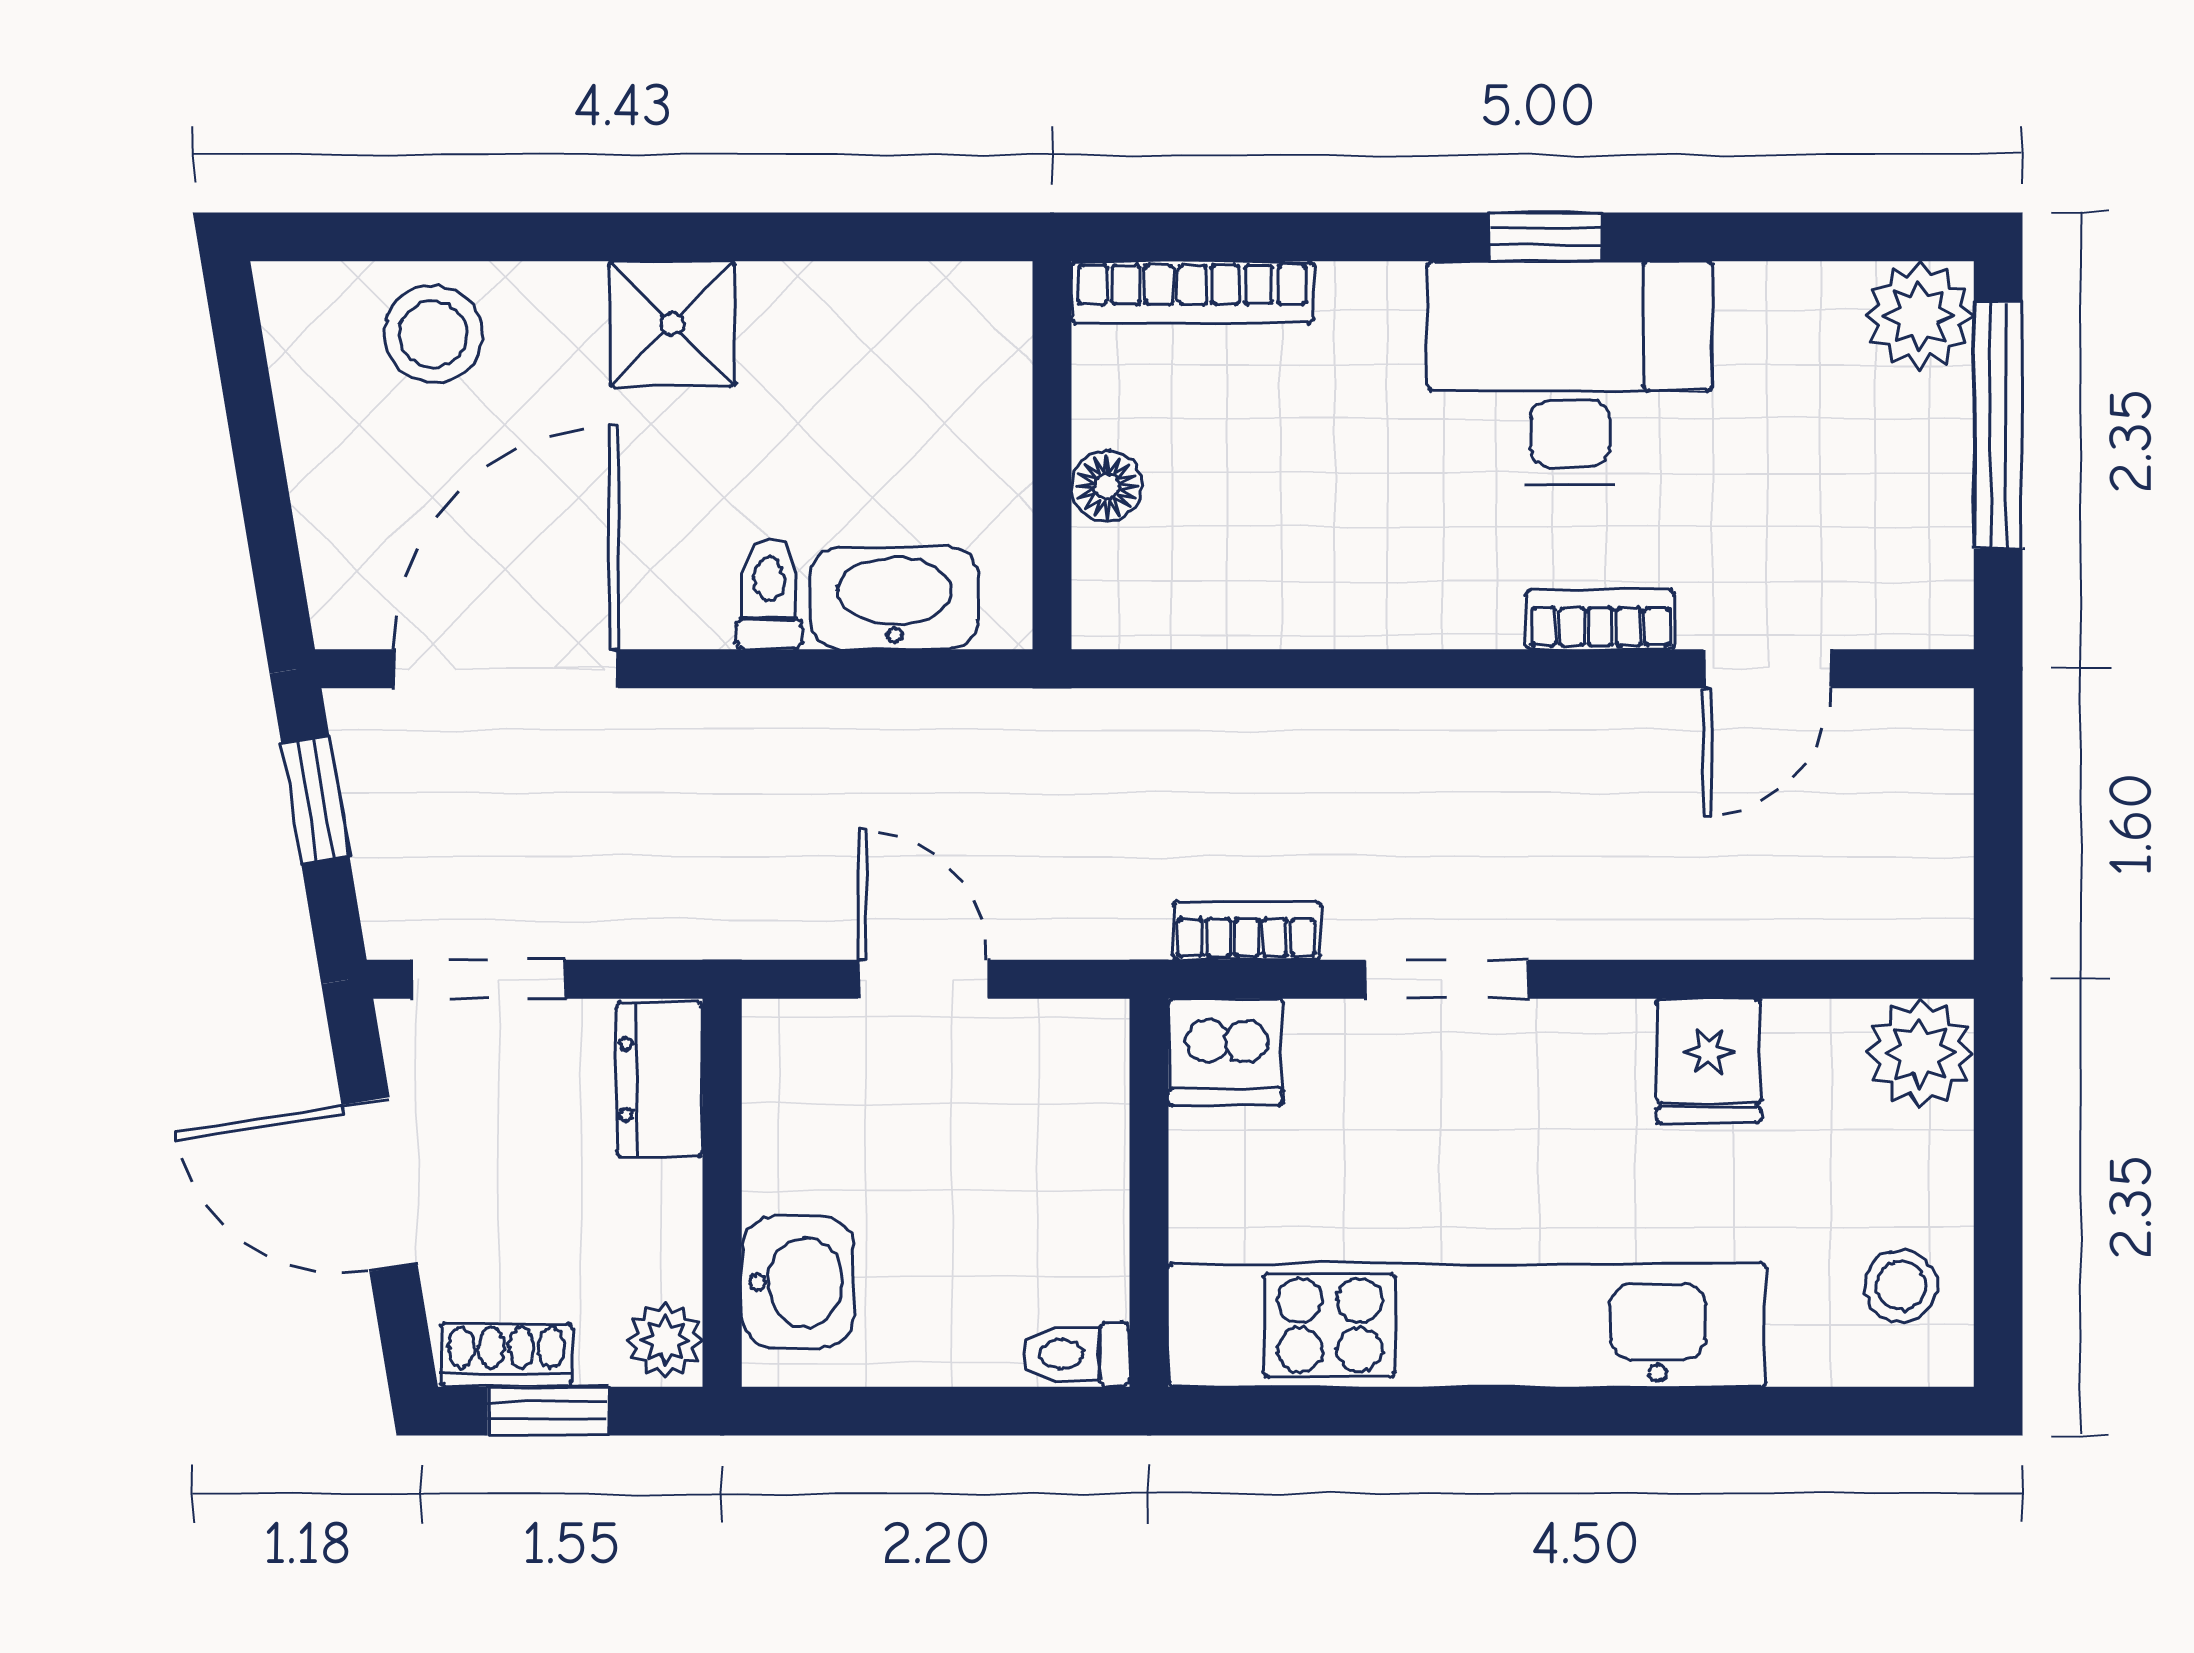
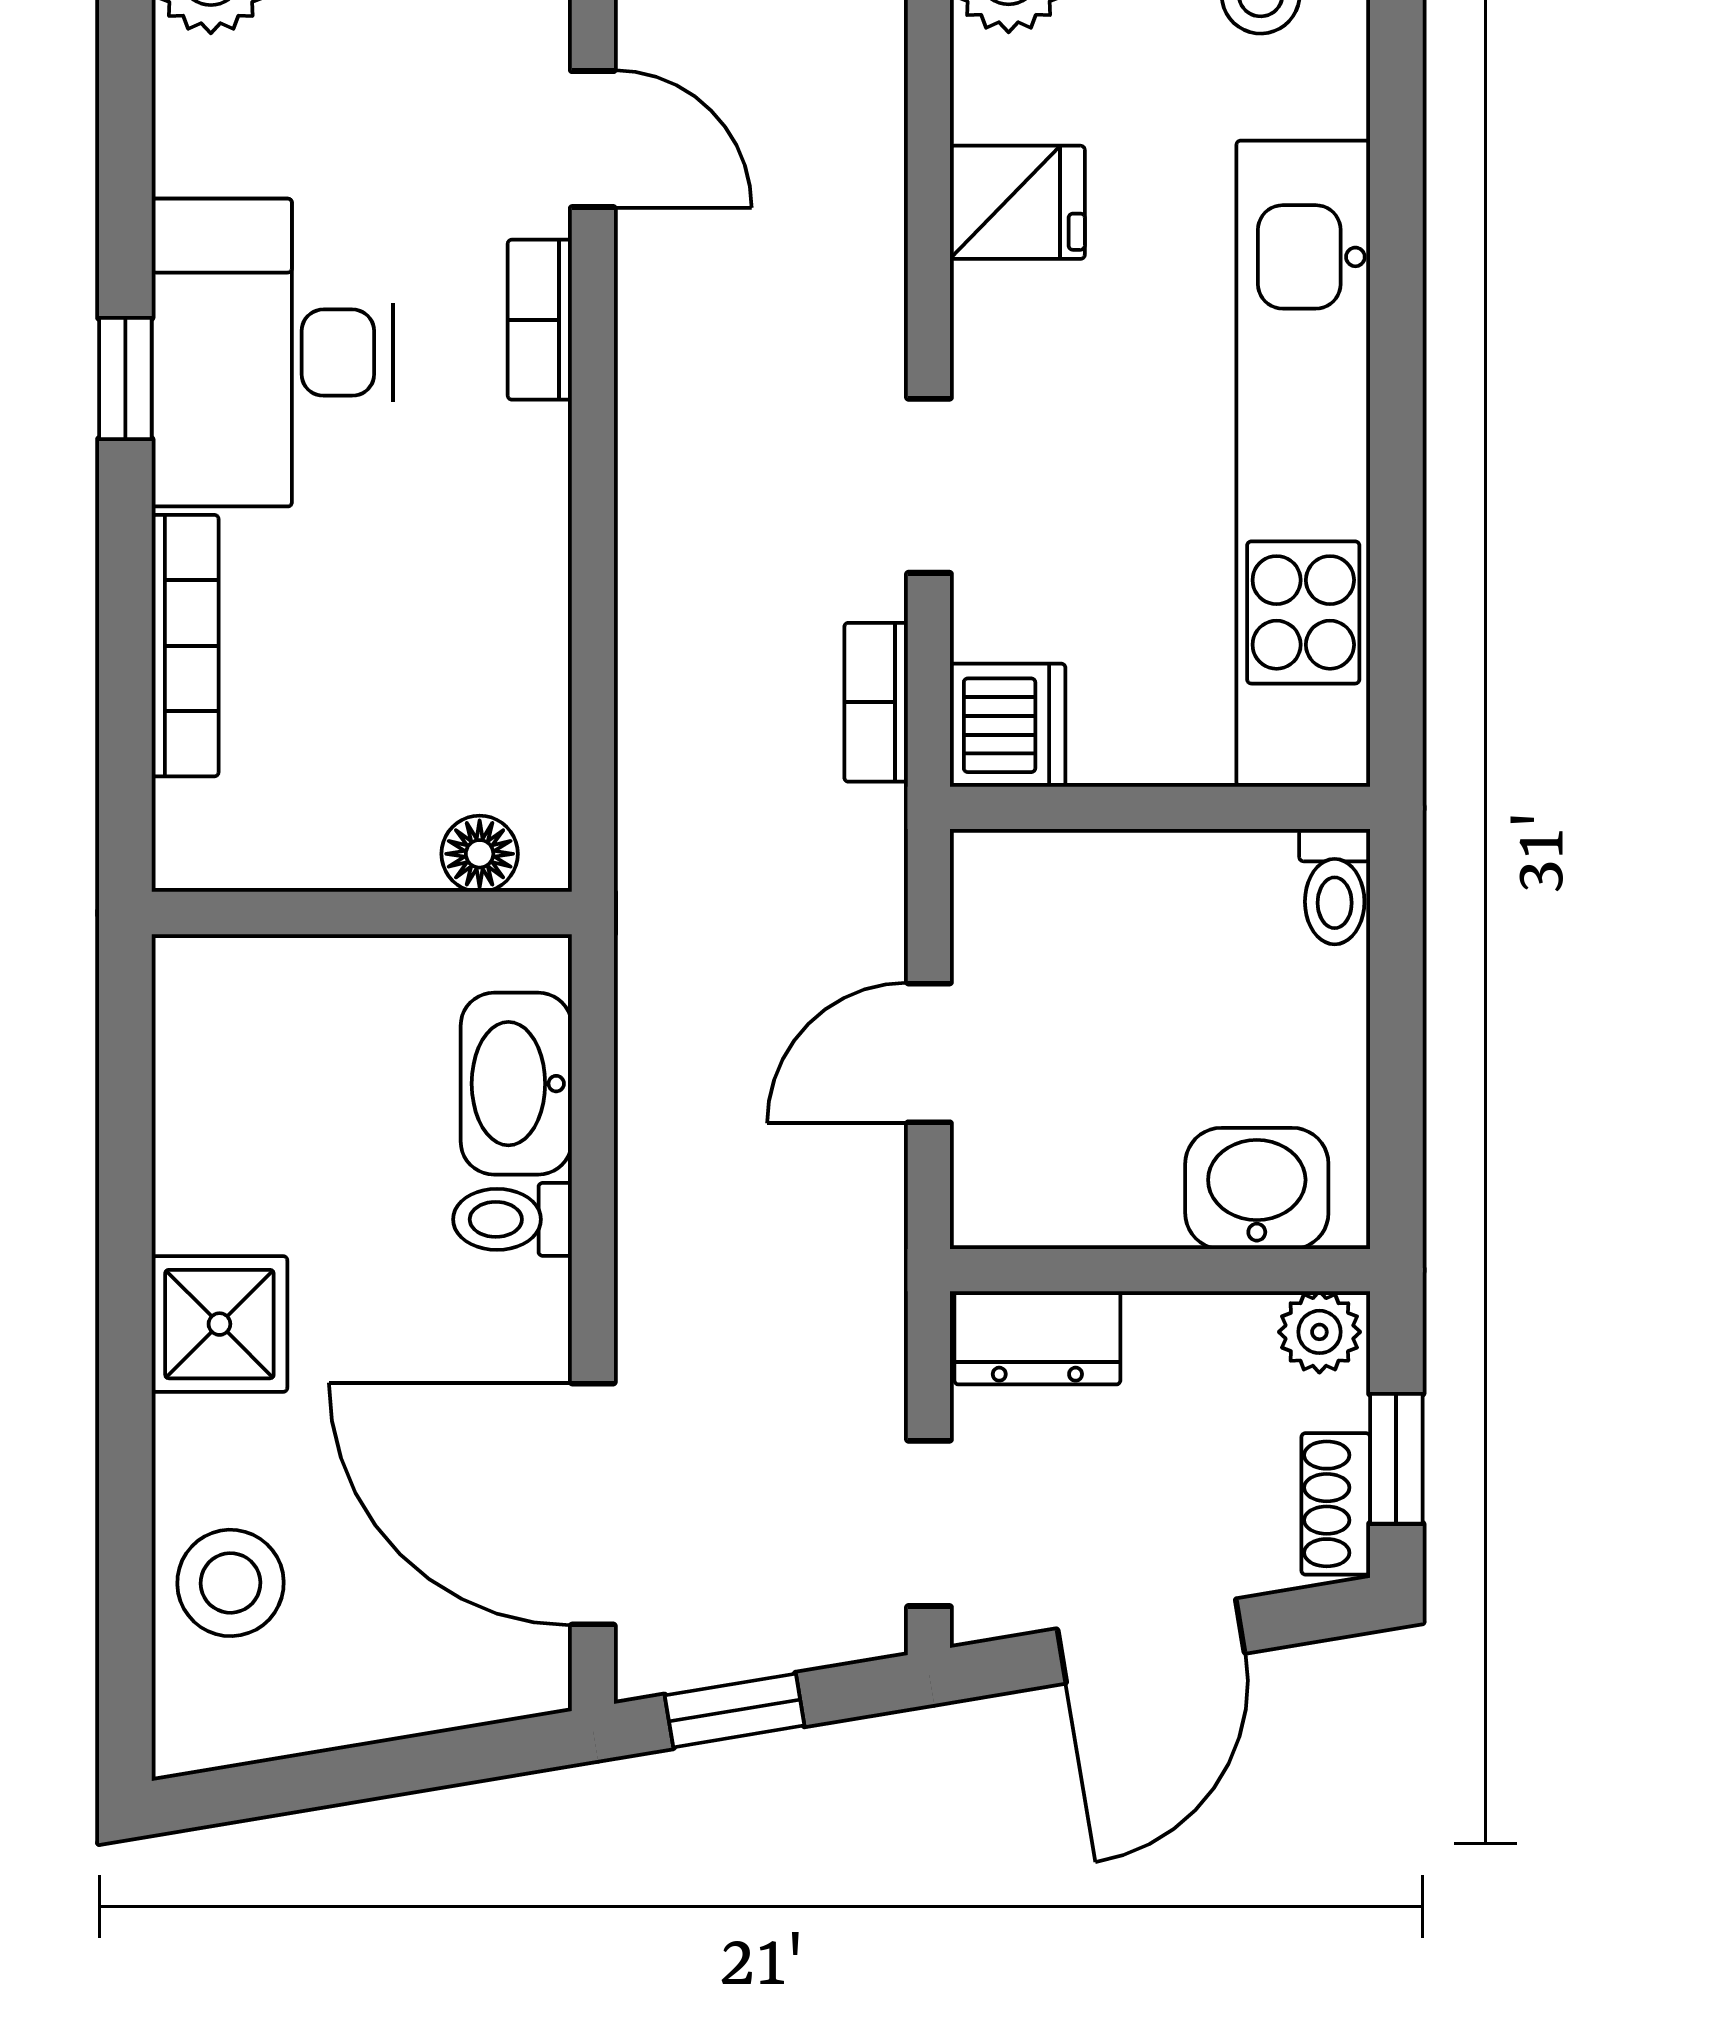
bookcase: (1192, 292) -> (185, 646), moved
floor lamp: (1107, 486) -> (480, 854), moved

